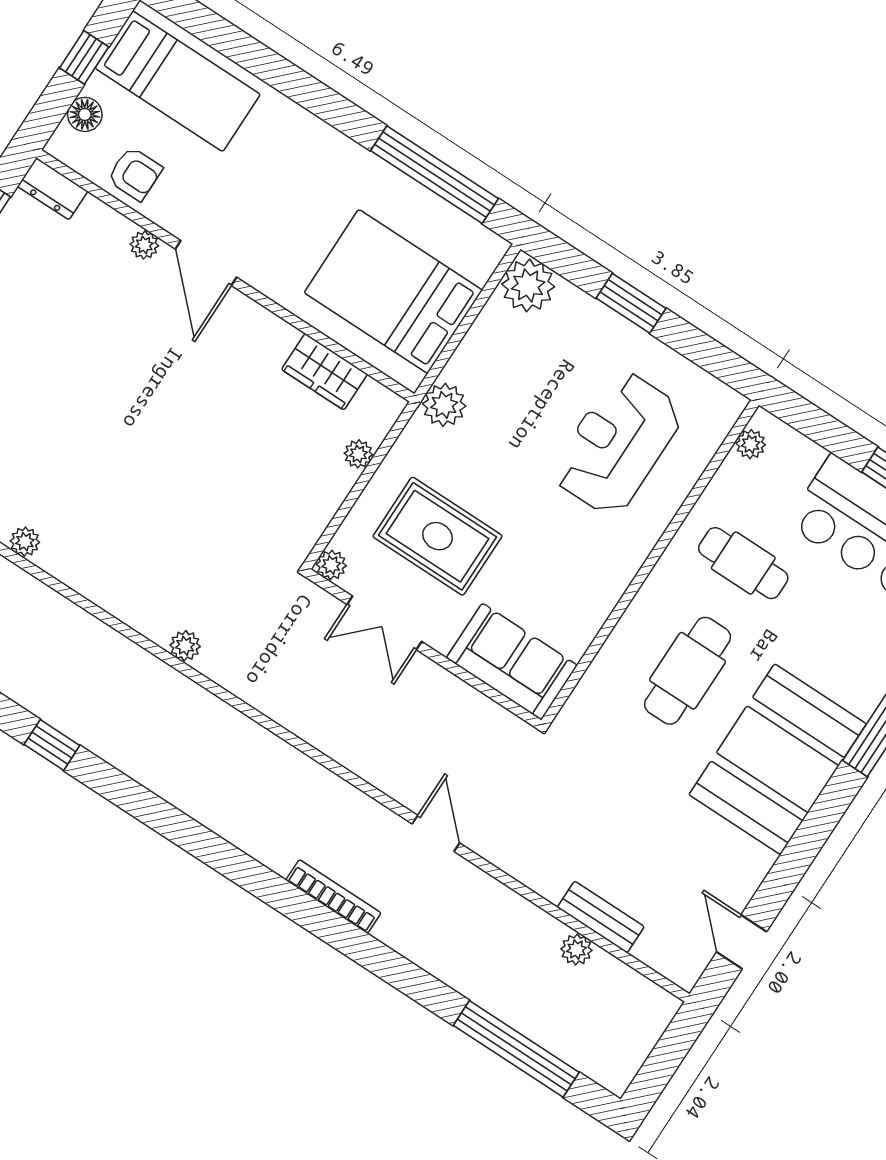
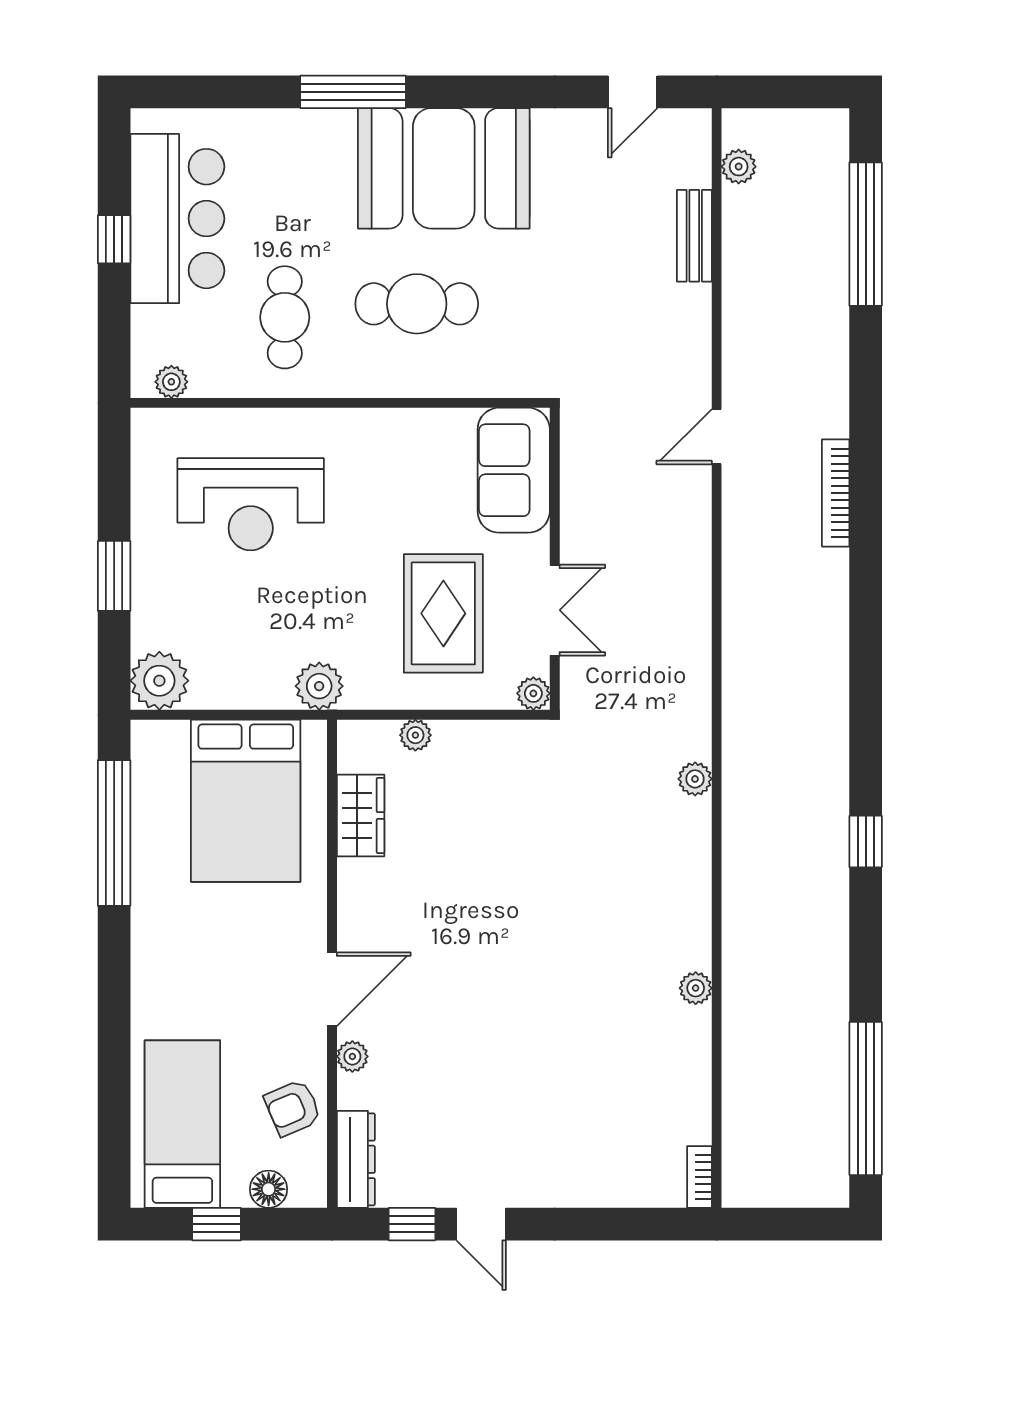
armchair: (135, 174) -> (293, 1108), turned -113
dresser: (53, 189) -> (356, 1159), width x1.44
plant: (576, 950) -> (739, 167), moved

